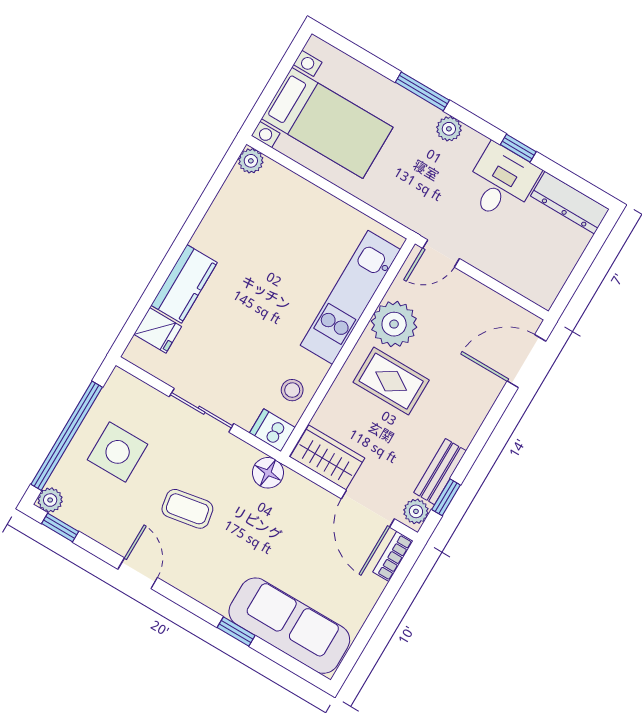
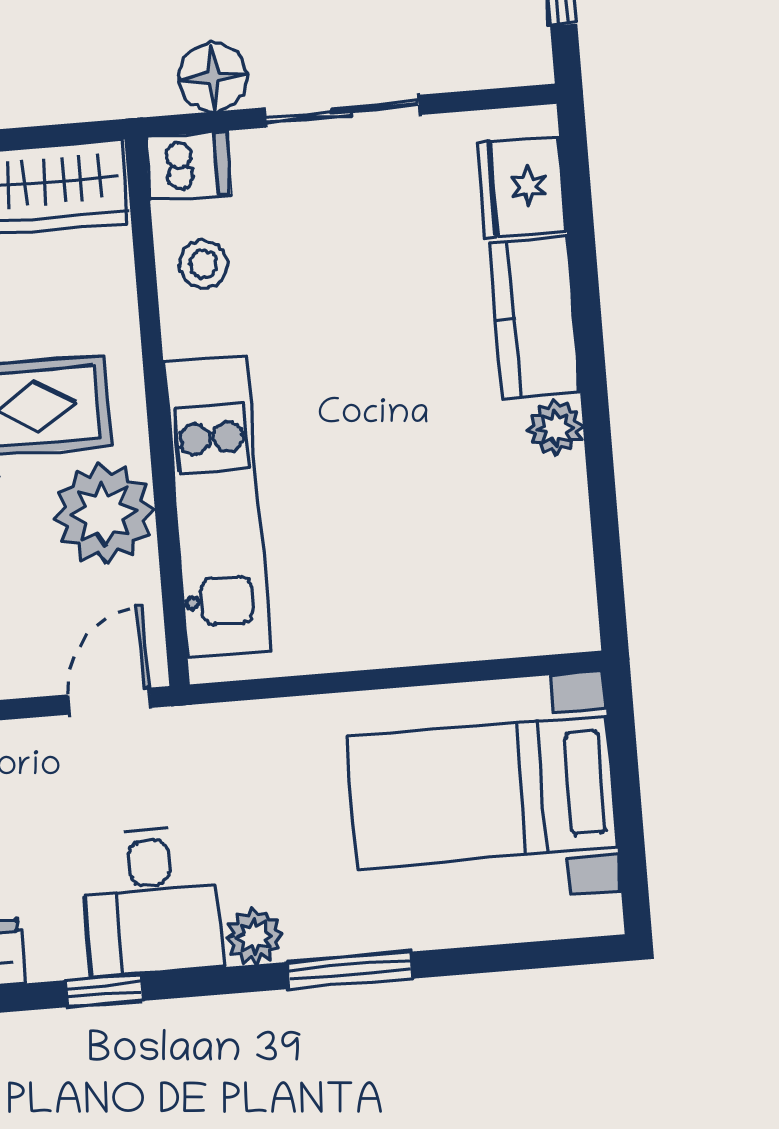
plant: (251, 161) -> (555, 428), moved
desk: (501, 182) -> (152, 901), moved
fridge: (158, 330) -> (522, 186), width x1.38
floor lamp: (268, 473) -> (213, 77), moved

